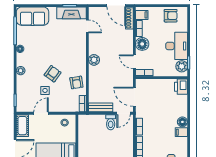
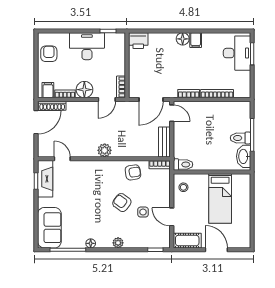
door: (87, 26) -> (62, 159), hinge flipped
plant: (182, 66) -> (113, 40), removed
toilet: (111, 122) -> (183, 164), moved

